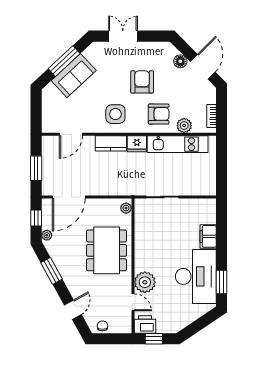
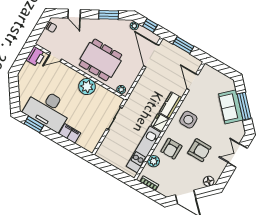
double door: (123, 36) -> (238, 155), swing flipped
floor lamp: (180, 61) -> (209, 181), moved
plant: (145, 282) -> (87, 87), moved
window: (154, 339) -> (23, 57), removed

